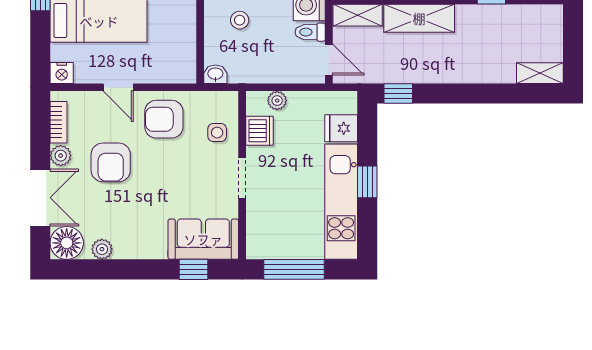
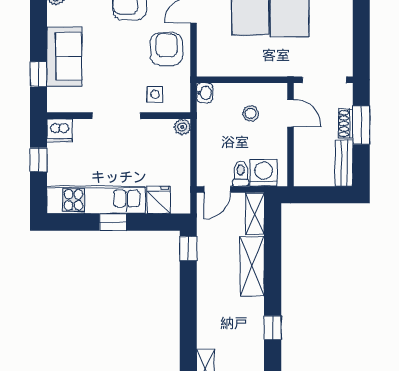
plant: (277, 101) -> (182, 127), moved
dishwasher: (260, 131) -> (59, 130), moved
doorway: (242, 178) -> (116, 116), width x1.38
sofa: (203, 239) -> (64, 56), moved
window: (294, 269) -> (39, 160), width x0.46

